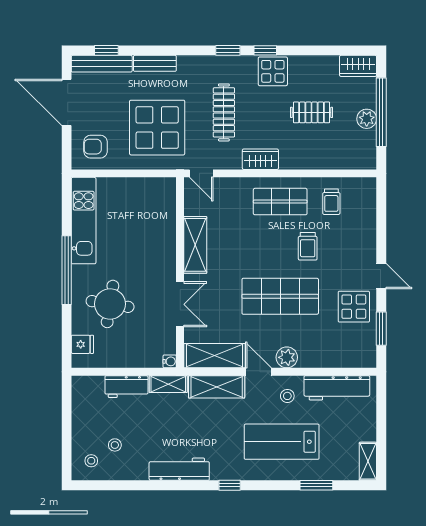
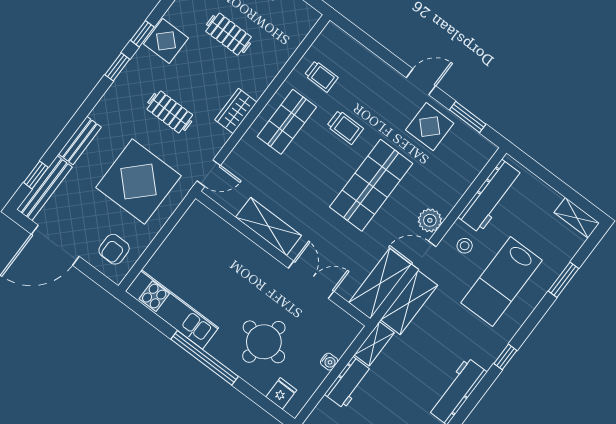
clothes rail: (224, 112) -> (170, 112), width x0.73
clothes rail: (312, 112) -> (229, 34), turned 90
water cooler: (170, 361) -> (329, 362), moved, turned 90

